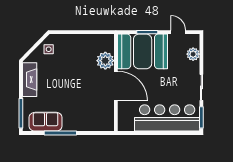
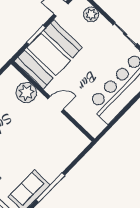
door: (116, 86) -> (56, 104), width x0.53

